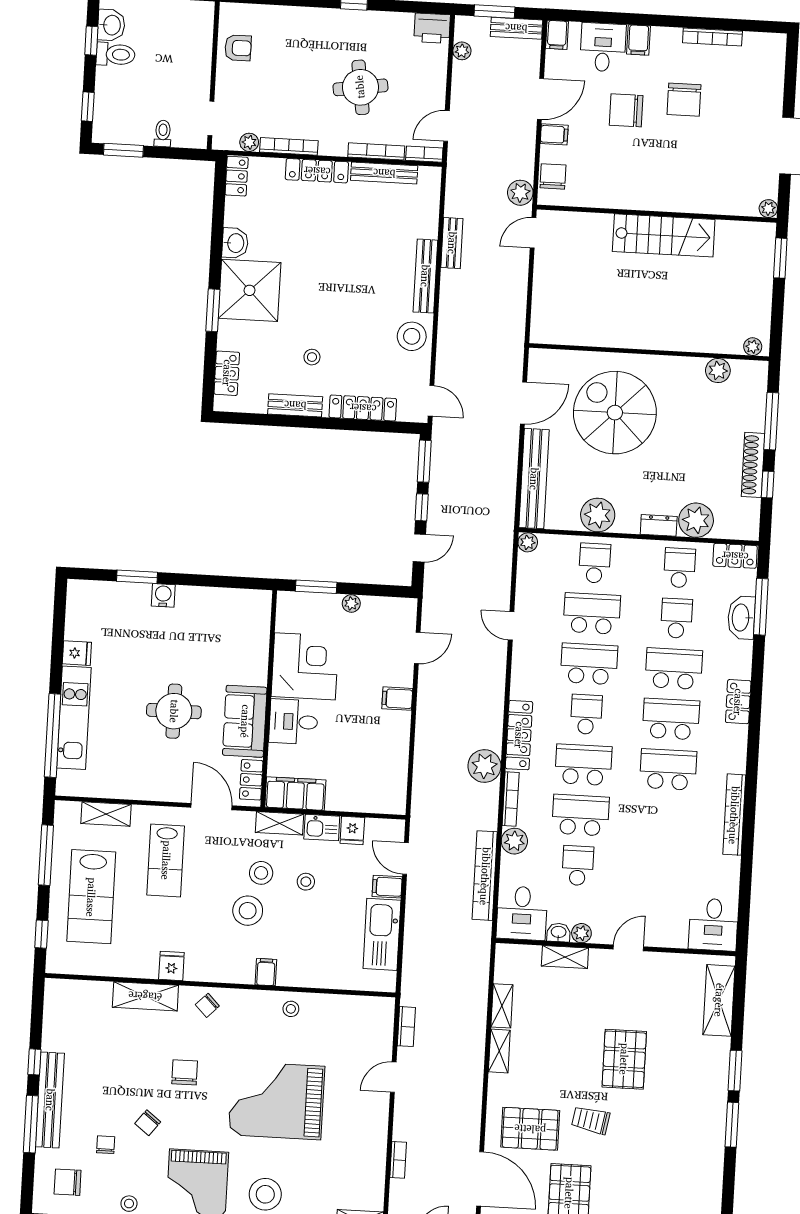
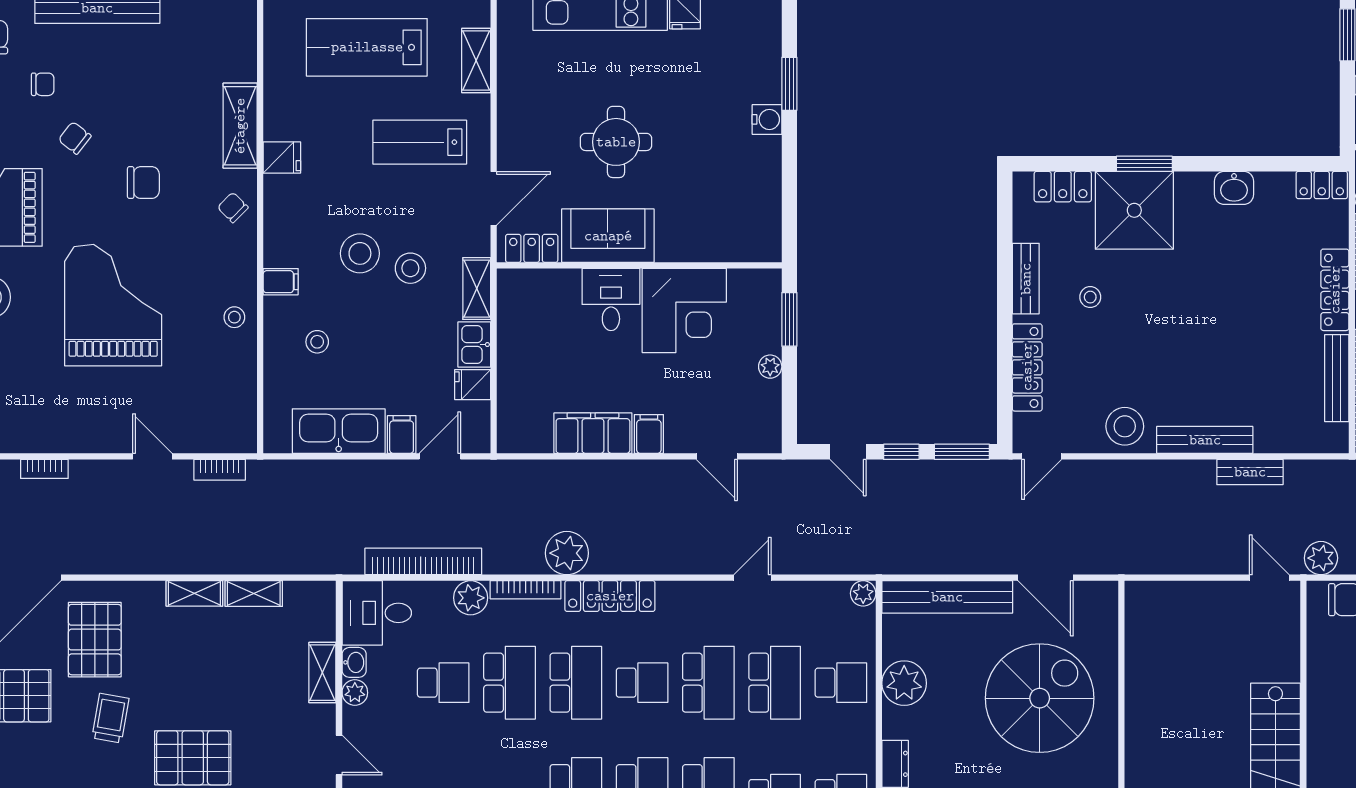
shower: (249, 290) -> (1134, 210), moved
filing cabinet: (295, 794) -> (593, 433), moved, turned -90
stool: (306, 882) -> (317, 342), moved

